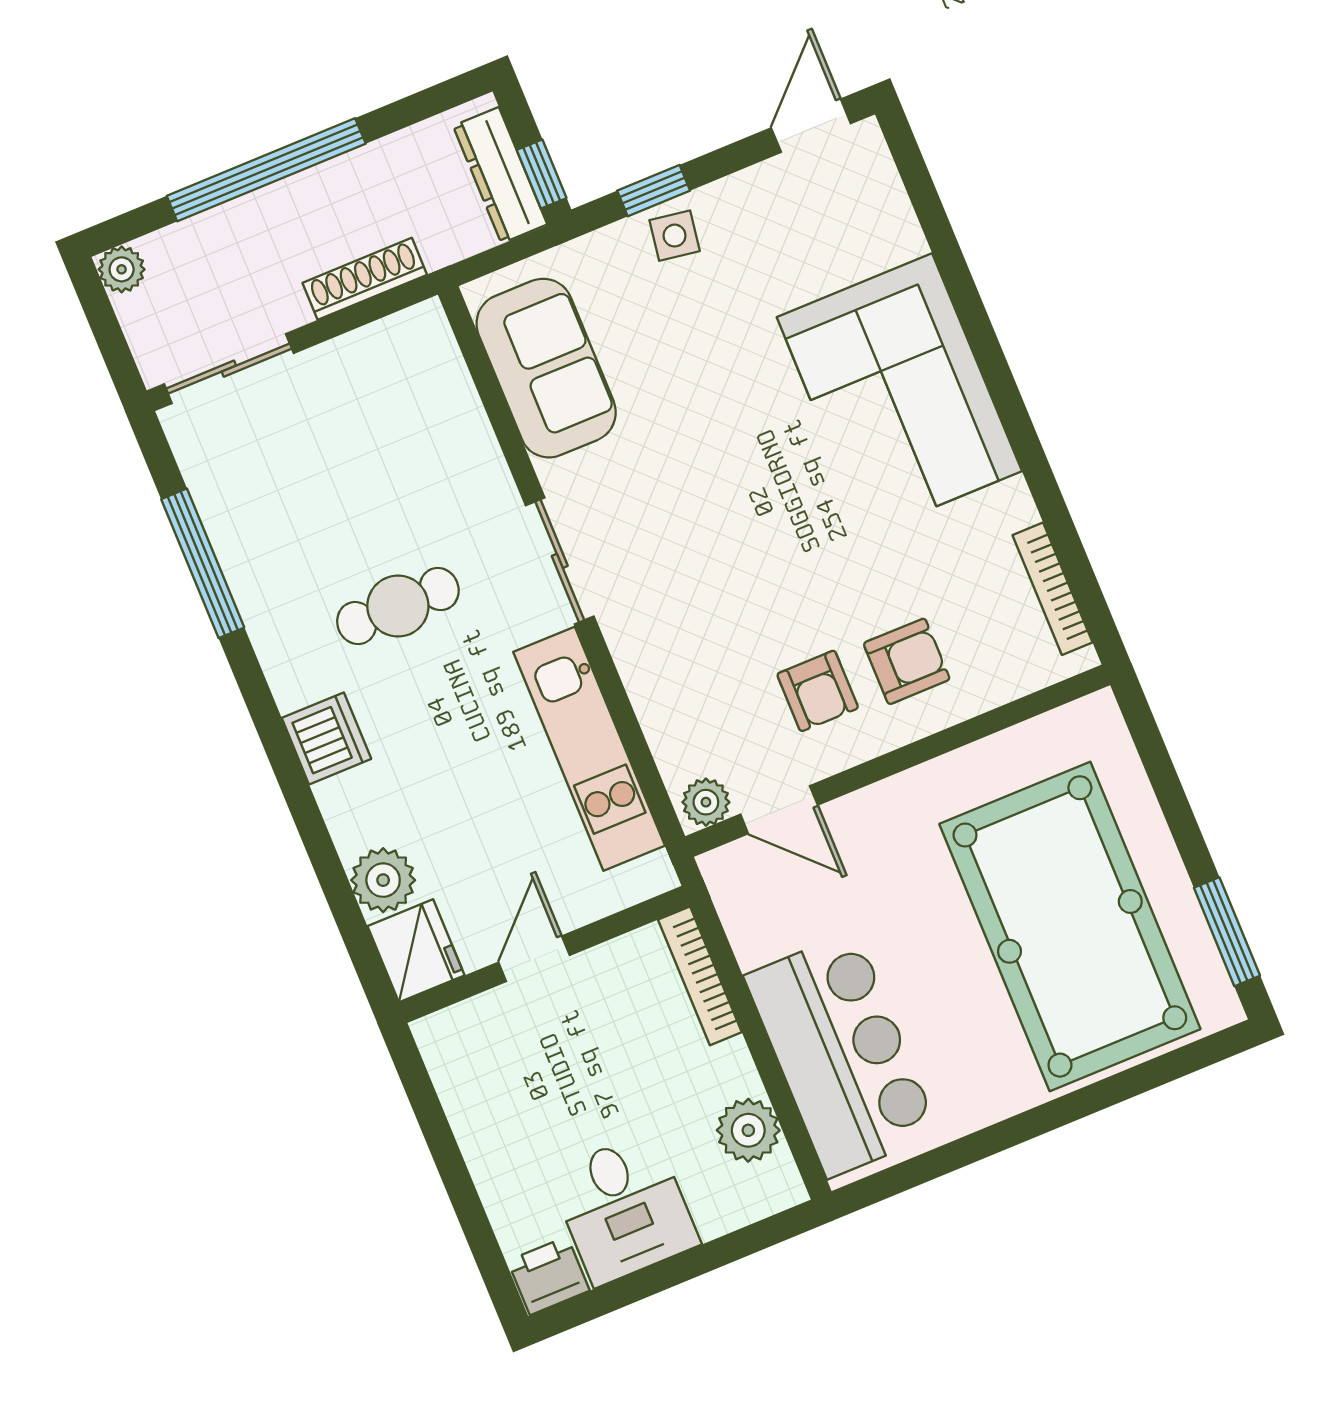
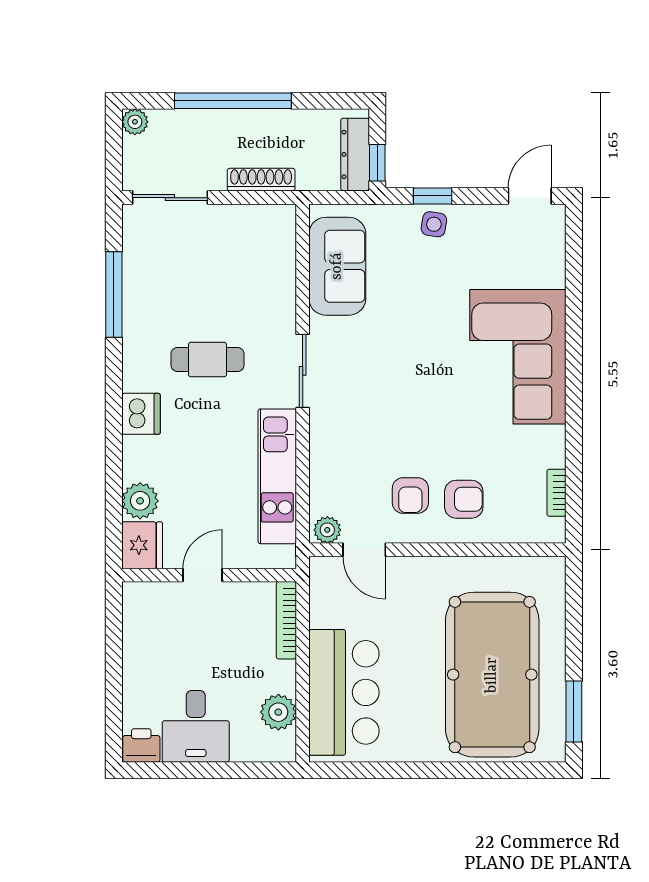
bookcase: (1053, 589) -> (557, 493), width x0.64

